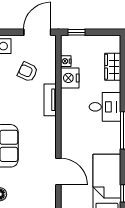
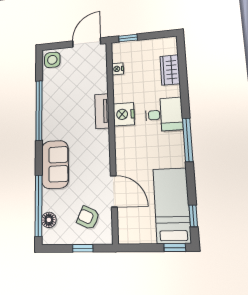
armchair: (28, 72) -> (88, 218), moved
nightstand: (70, 78) -> (124, 114), moved

